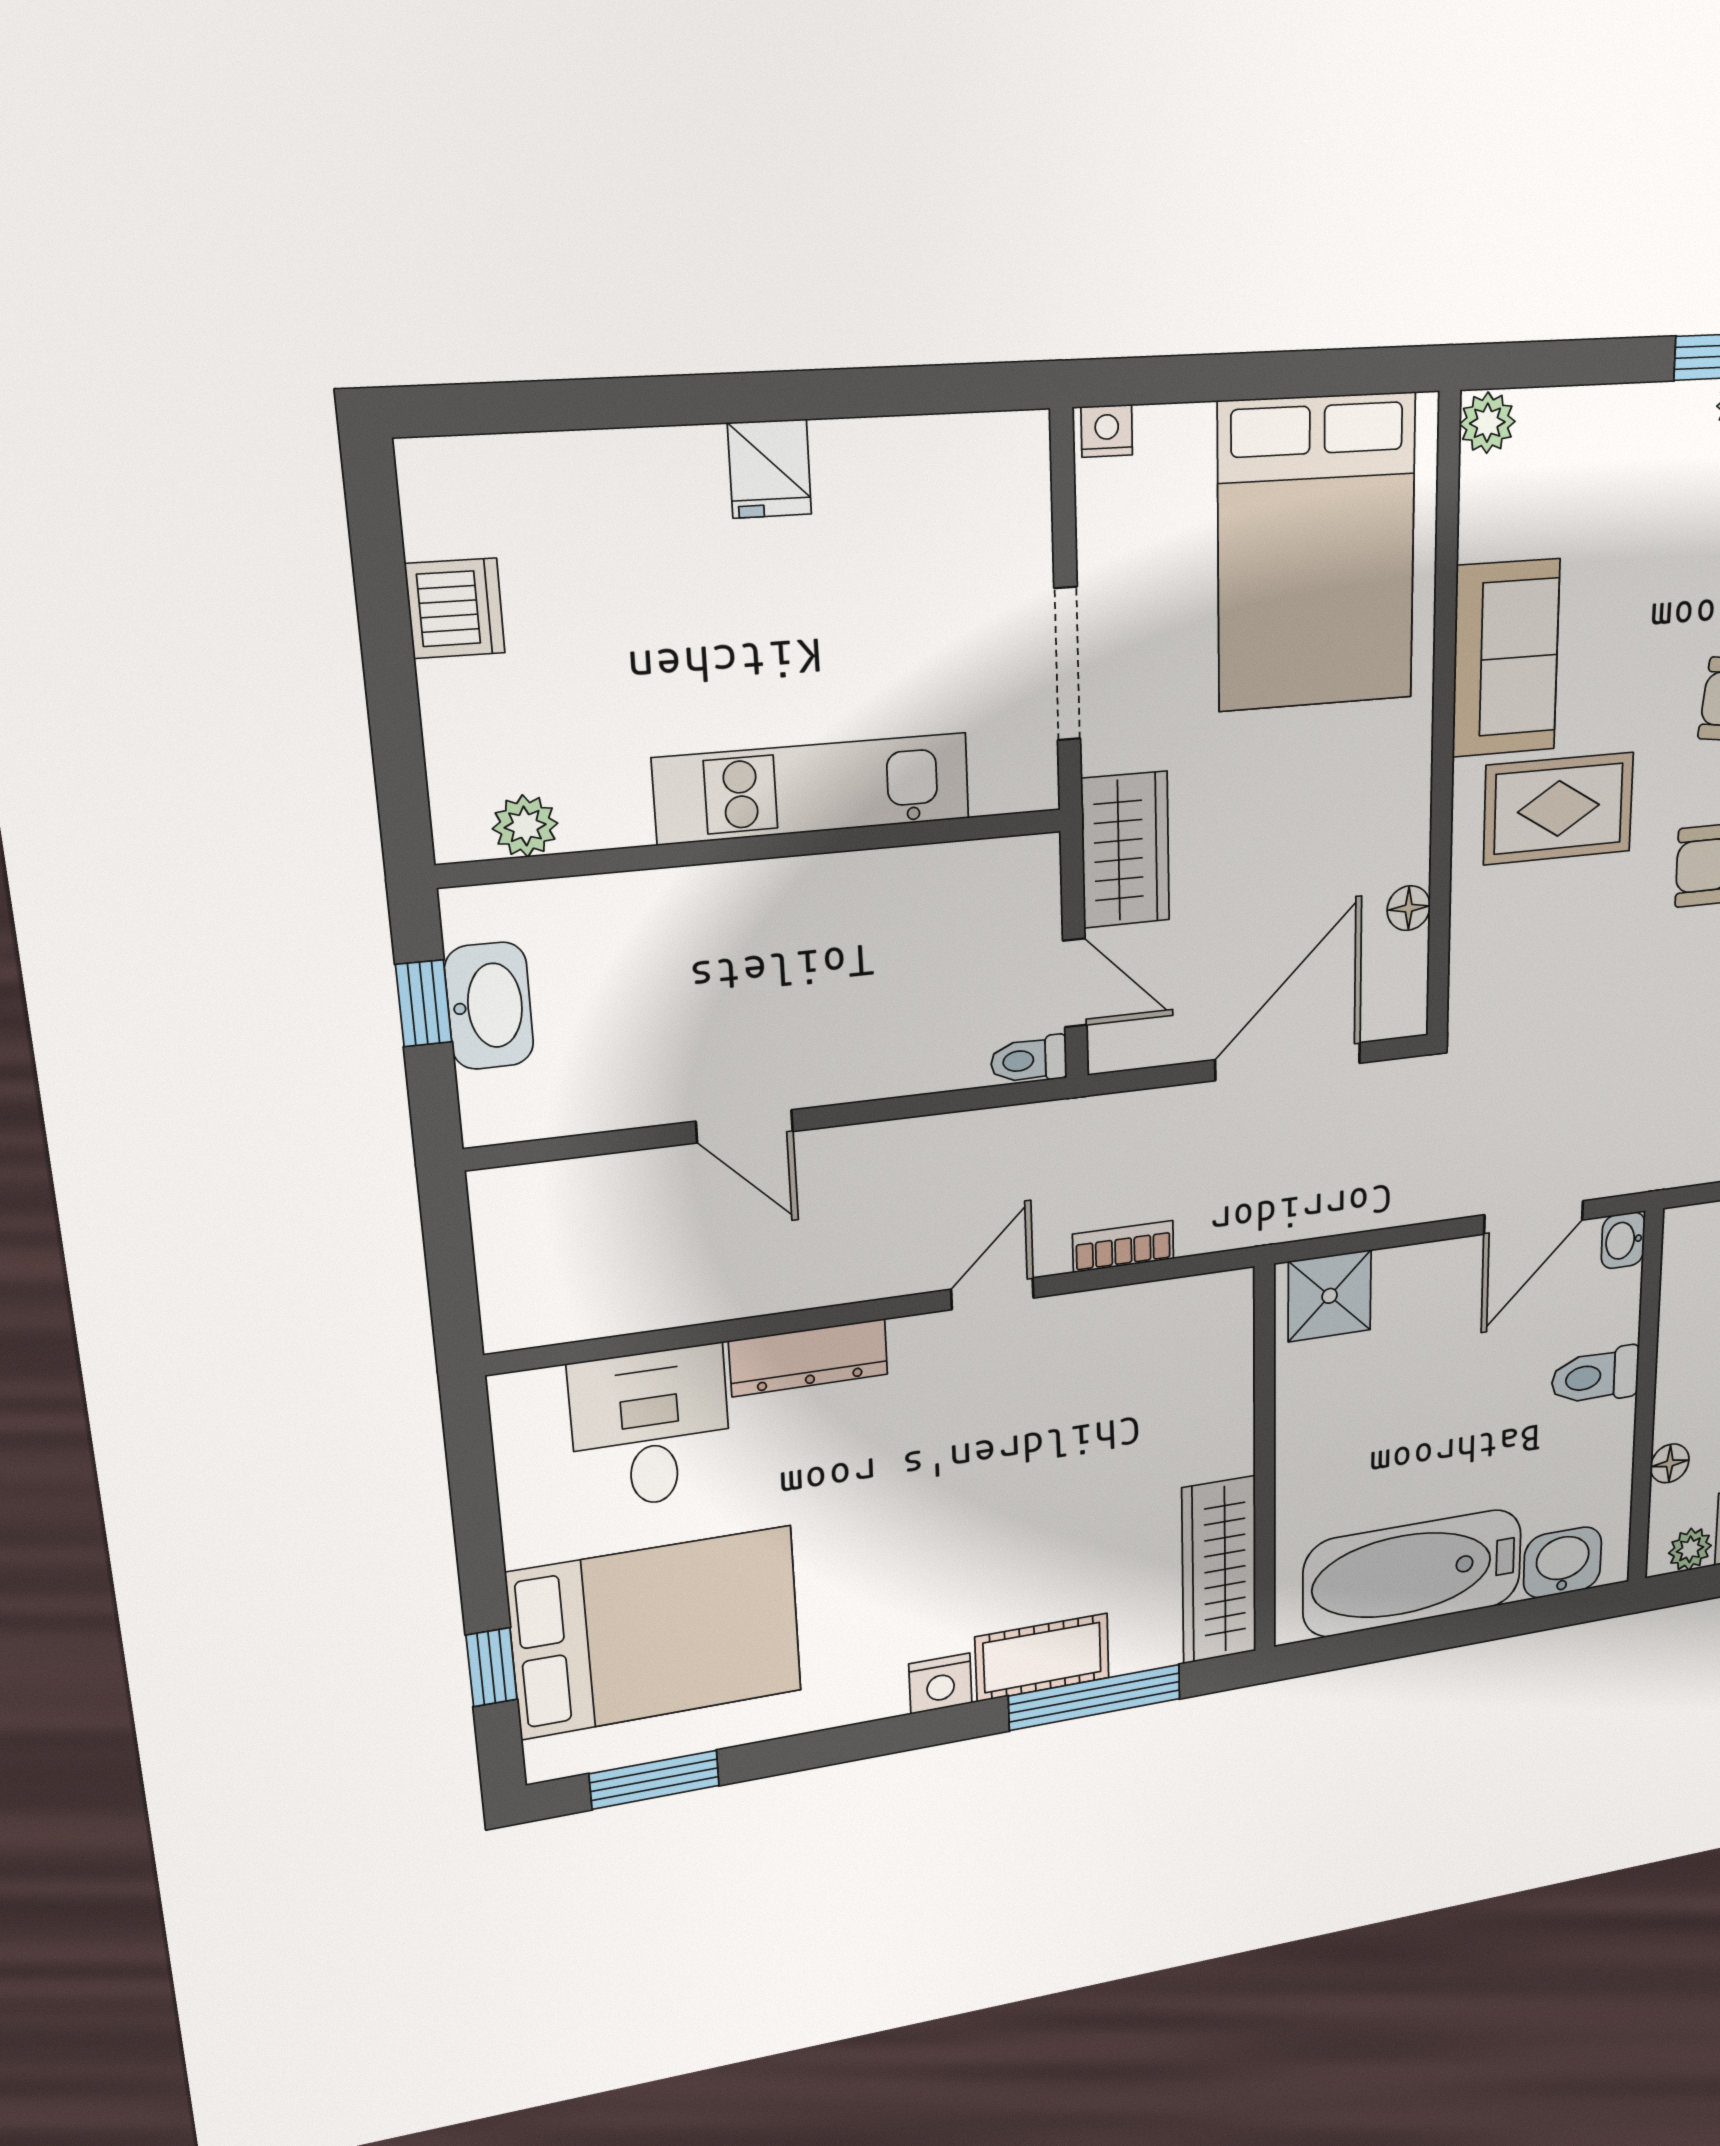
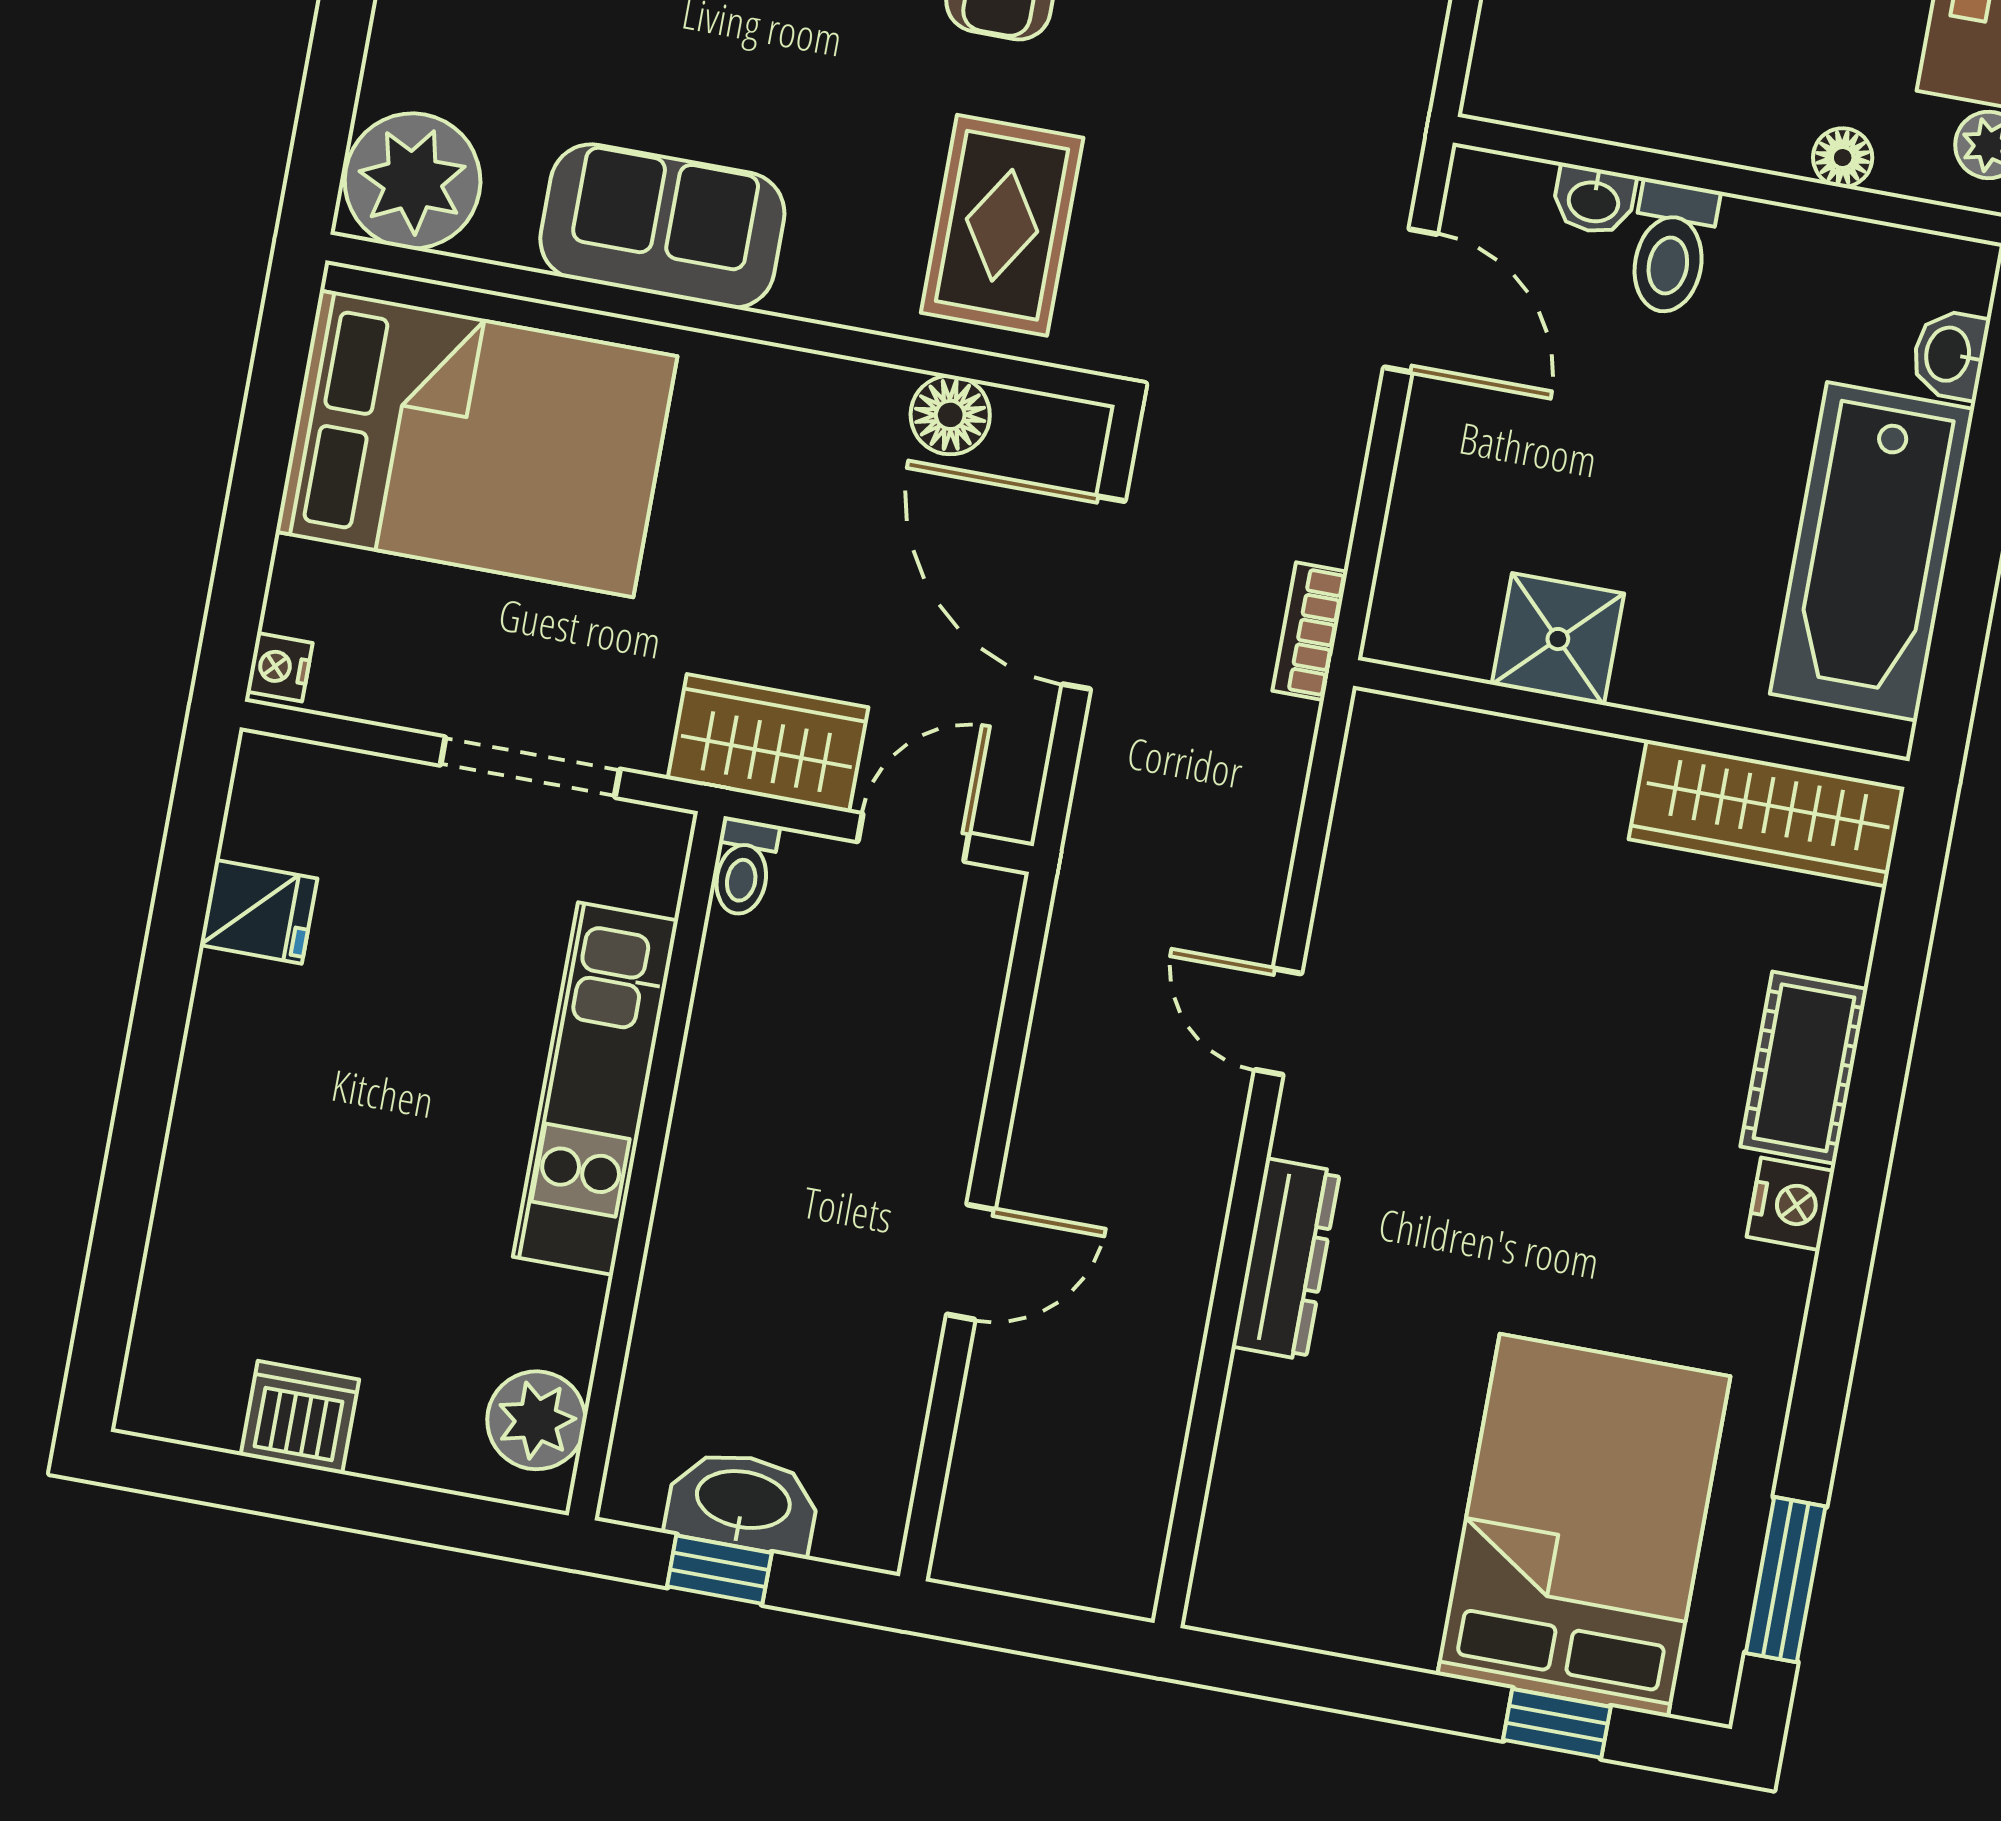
plant: (1487, 423) -> (413, 181), width x1.87, depth x1.87
fridge: (770, 469) -> (259, 912), moved
rug: (1559, 809) -> (1002, 225), moved
plant: (525, 826) -> (536, 1420), width x1.38, depth x1.38
floor lamp: (1409, 908) -> (950, 415), width x1.37, depth x1.37
toilet: (1029, 1060) -> (744, 867), moved
washbasin: (1623, 1240) -> (1594, 200), moved
bookcase: (1123, 1246) -> (1310, 631), moved
shower: (1330, 1296) -> (1558, 639), moved
desk: (651, 1428) -> (1312, 1463), removed
washbasin: (1563, 1562) -> (1950, 355), width x0.72, depth x0.69
window: (1095, 1697) -> (1890, 1013), removed

